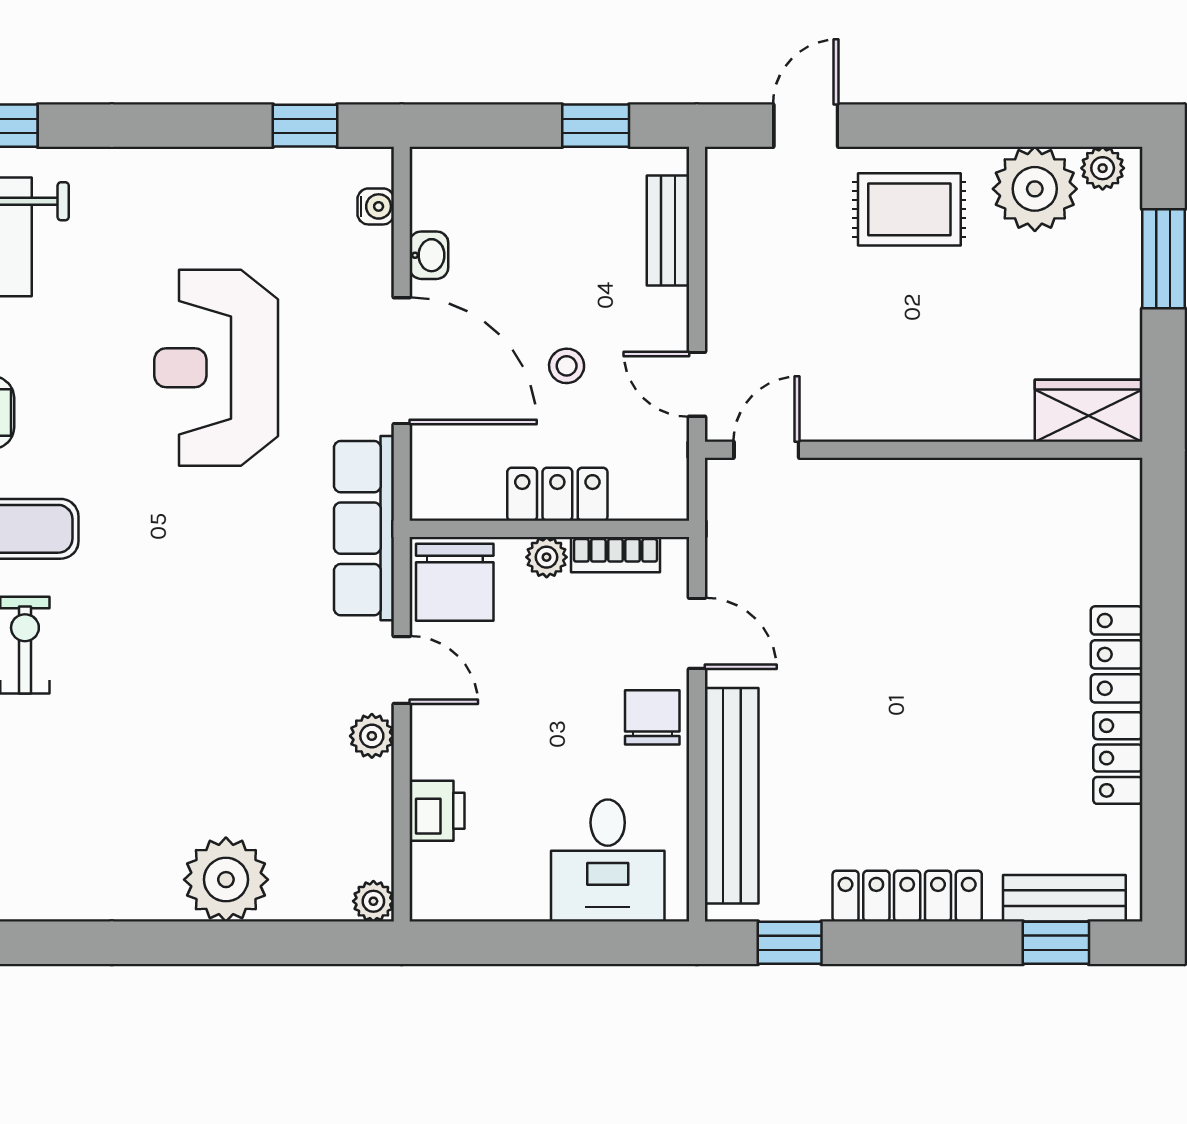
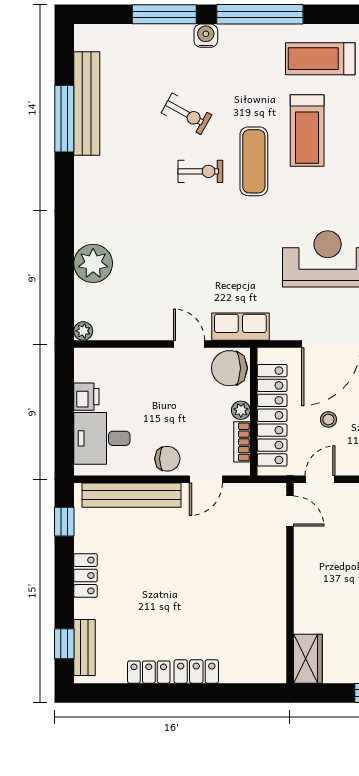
locker: (557, 494) -> (272, 415), width x2.16, depth x1.21
row of seats: (364, 528) -> (240, 327), width x0.68
door: (402, 670) -> (189, 344), swing flipped
plant: (372, 736) -> (159, 330), removed
printer: (437, 811) -> (86, 397), moved, turned -90
locker: (907, 896) -> (86, 576), width x0.66

